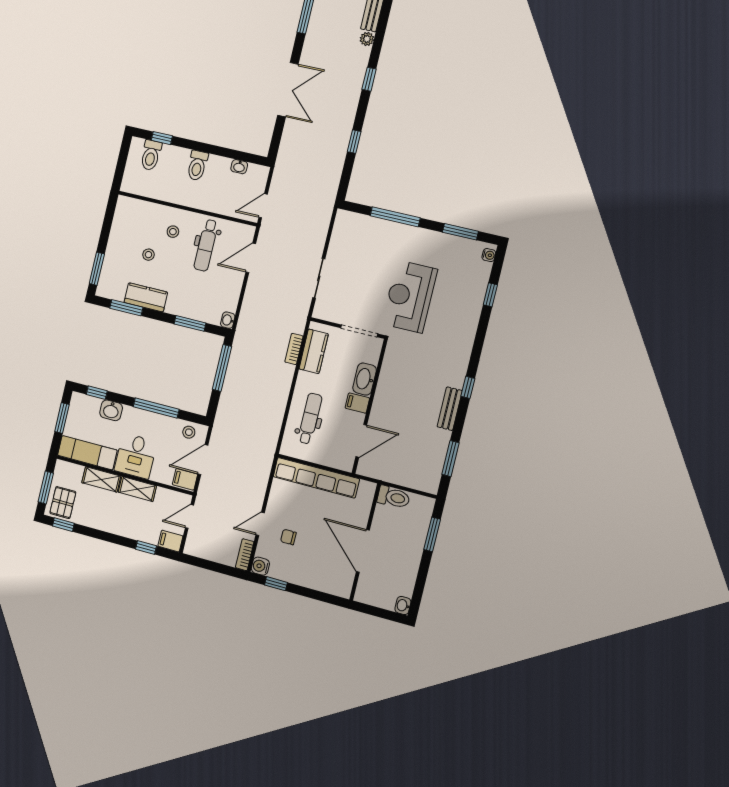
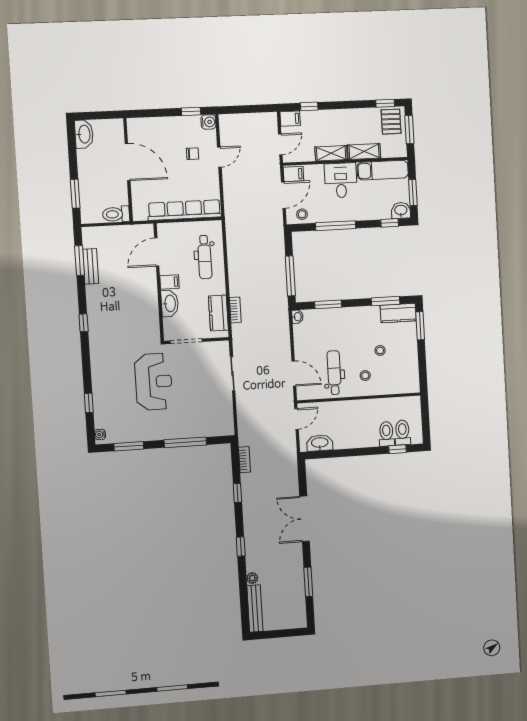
toilet: (197, 165) -> (386, 434), moved
washbasin: (239, 167) -> (320, 443), width x1.91, depth x1.45
door: (251, 258) -> (294, 374), hinge flipped
kitchen counter: (146, 297) -> (398, 313), moved
bench: (450, 409) -> (91, 266), moved
washbasin: (111, 410) -> (401, 210), moved
bookcase: (245, 555) -> (244, 460), moved
washbasin: (403, 605) -> (84, 134), width x1.91, depth x1.45

